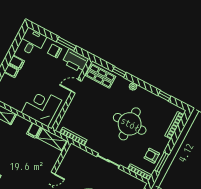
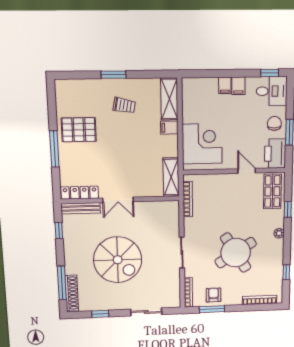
window: (20, 37) -> (270, 73), added
round table: (130, 124) -> (236, 253), turned -32
filing cabinet: (34, 130) -> (169, 128), moved

